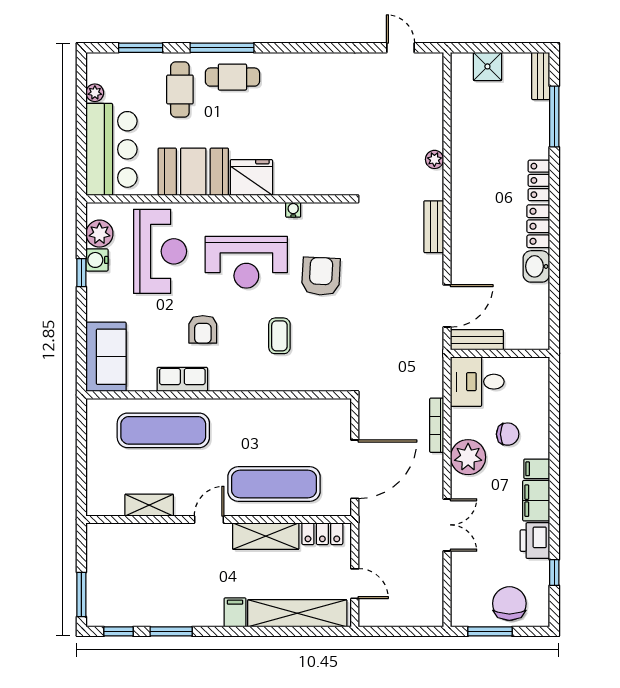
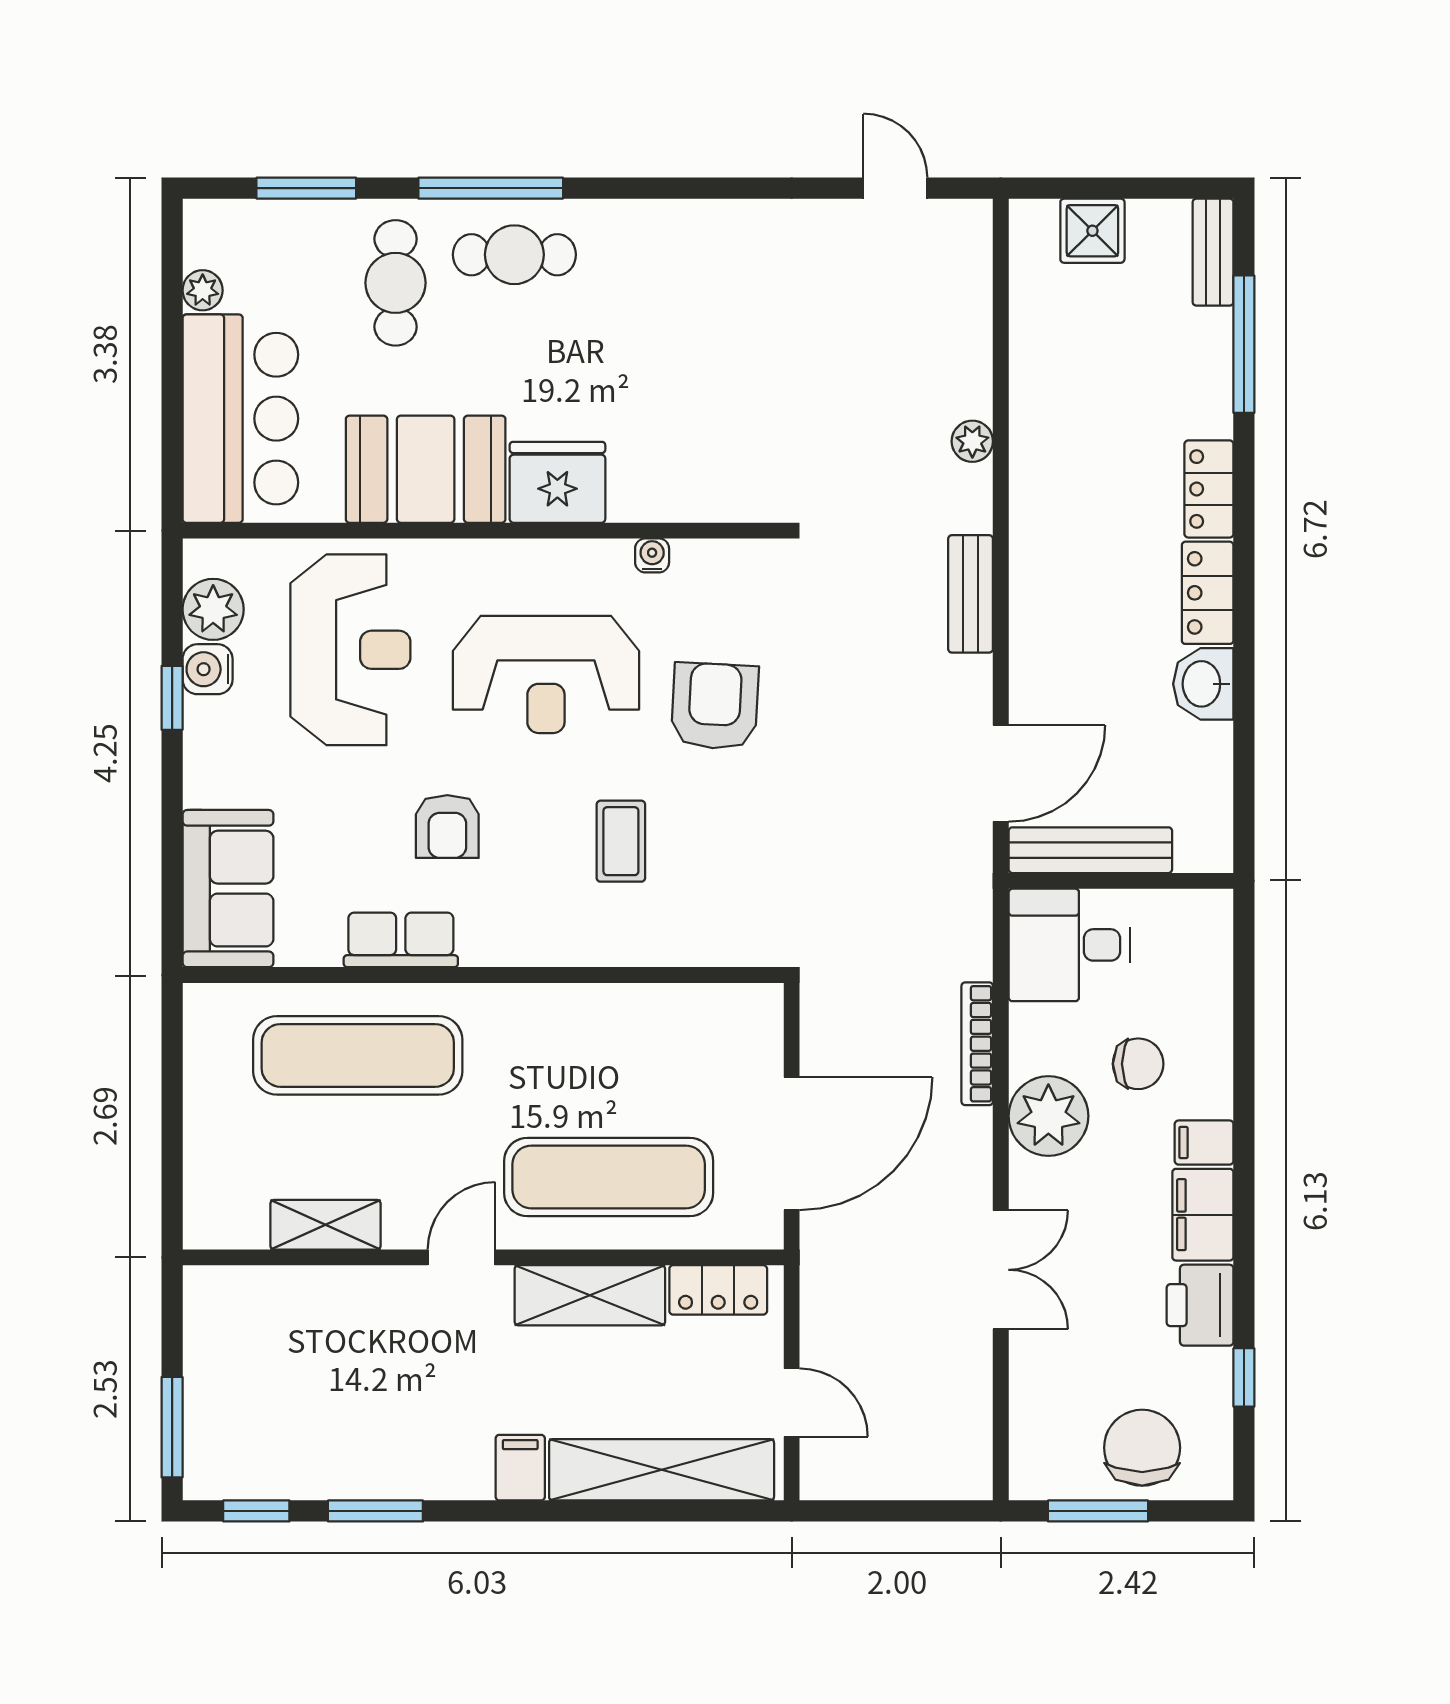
bench: (477, 340) -> (1090, 850), width x1.36

